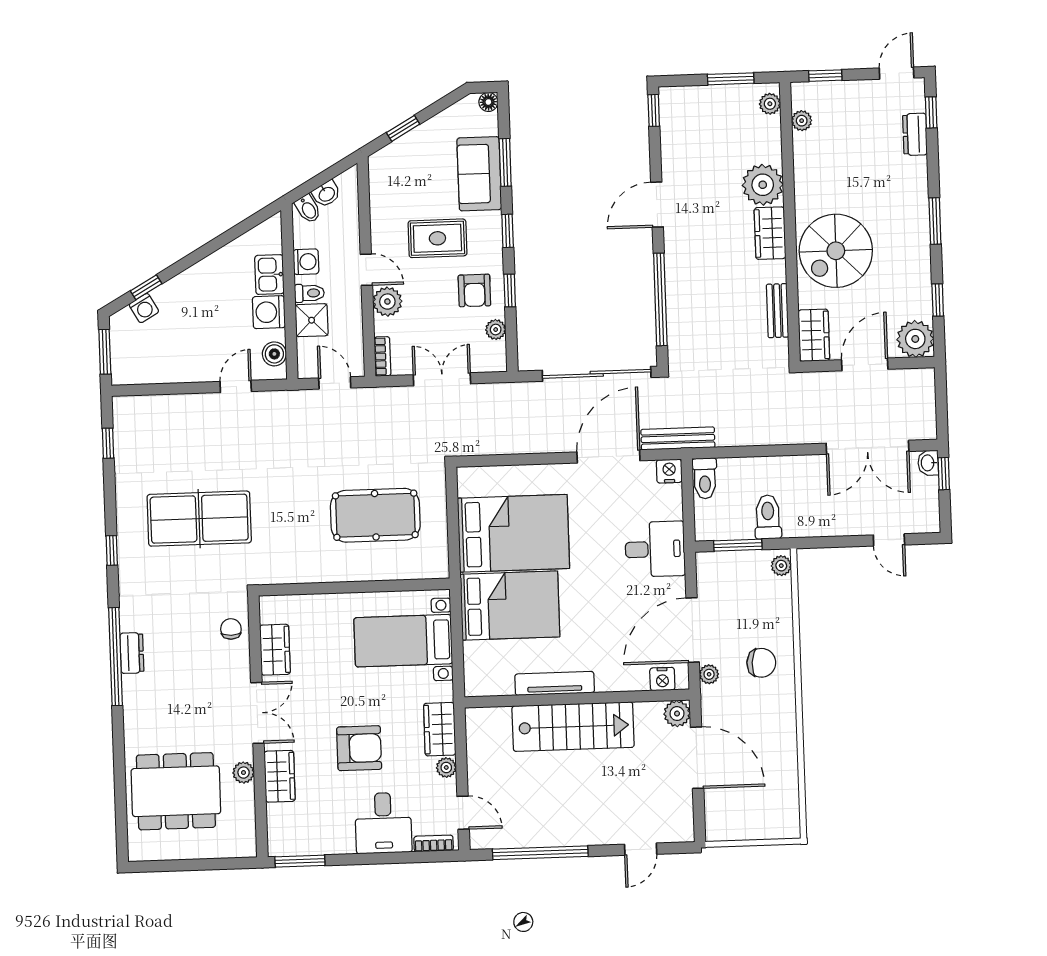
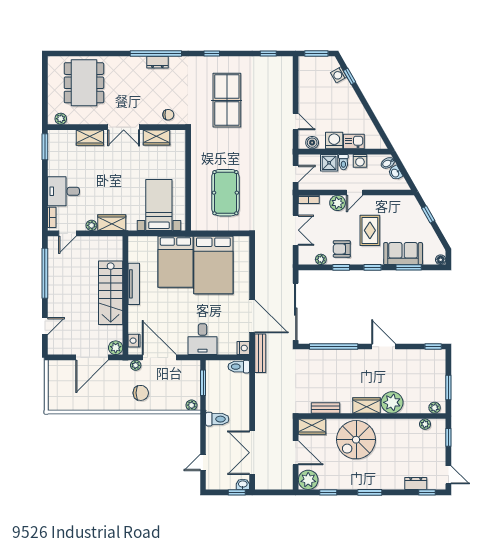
spiral stairs: (836, 251) -> (356, 440), turned -90
toilet: (768, 517) -> (217, 419), moved
chair: (761, 663) -> (141, 393), turned -94
armchair: (359, 748) -> (103, 180), removed
plant: (244, 773) -> (61, 119), moved
door: (641, 849) -> (45, 326), swing flipped

